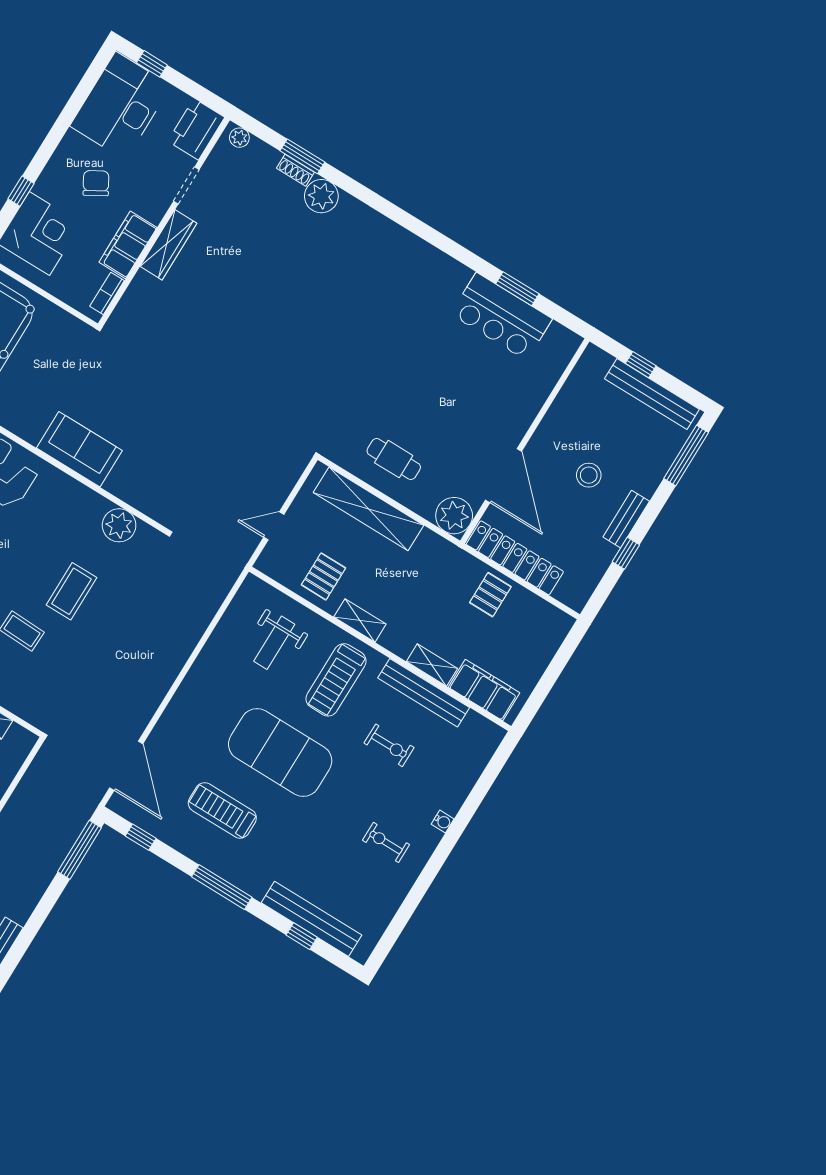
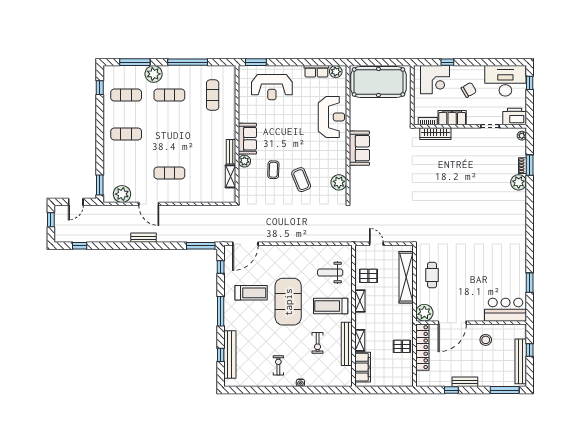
wardrobe: (168, 245) -> (435, 134), moved
bar counter: (501, 316) -> (506, 310), moved, turned 90
stool: (589, 475) -> (486, 340), moved
coffee table: (71, 591) -> (301, 180), turned 68
treadmill: (222, 810) -> (251, 293), turned 90

